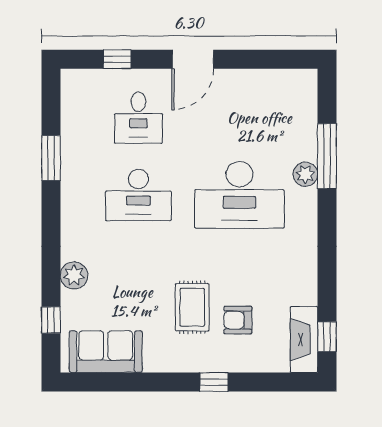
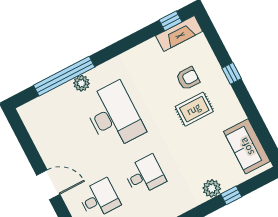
window: (327, 156) -> (64, 76), width x1.46
desk: (138, 195) -> (145, 175), width x0.73
window: (51, 320) -> (231, 195), moved
armchair: (238, 320) -> (188, 78), turned -90

